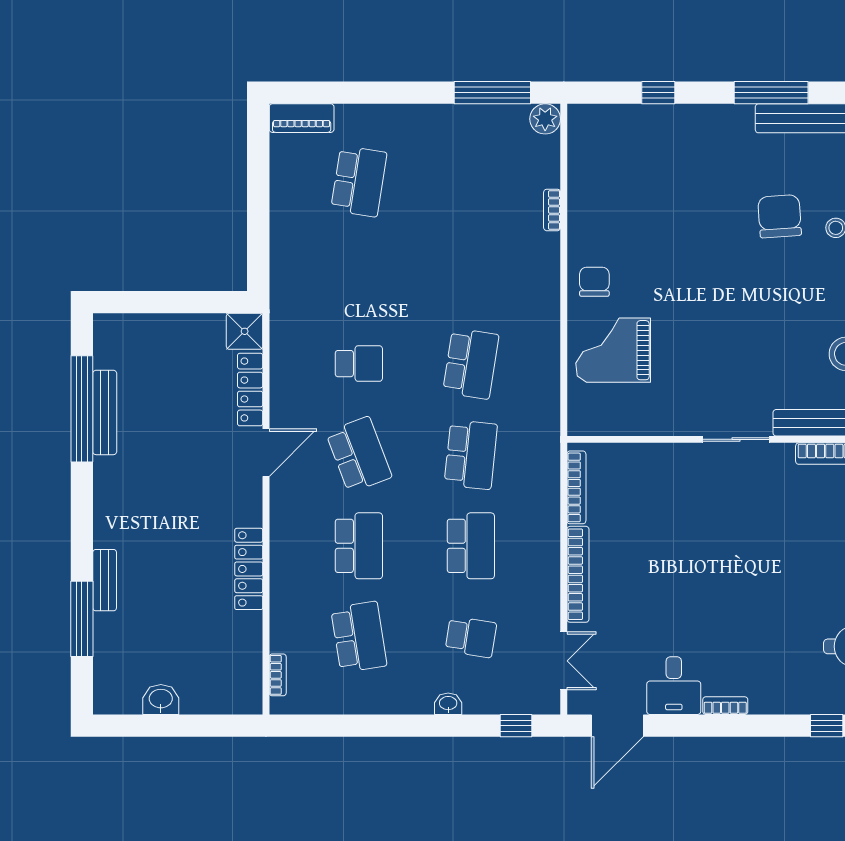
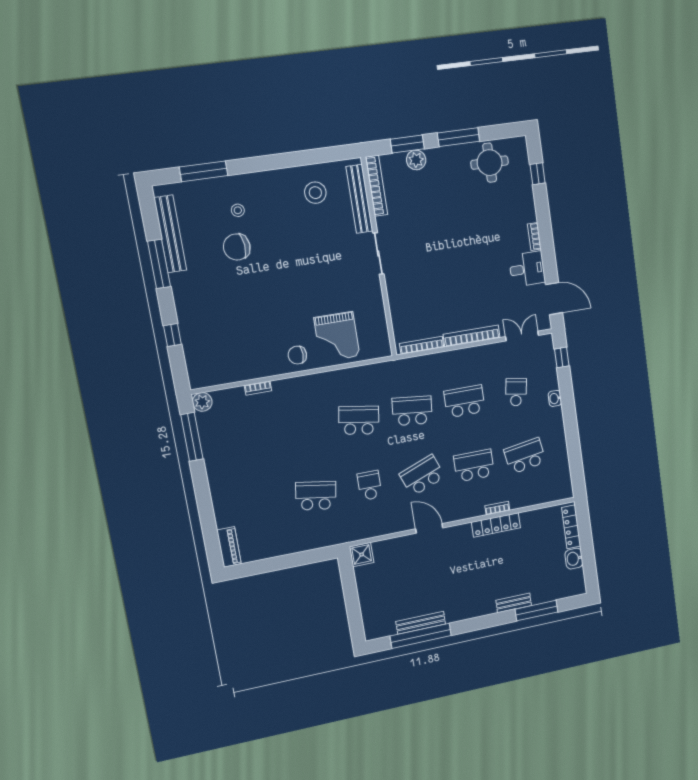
school desk: (359, 181) -> (316, 496), moved
locker: (250, 390) -> (571, 527), moved, turned 90
bookcase: (278, 675) -> (497, 508), moved

